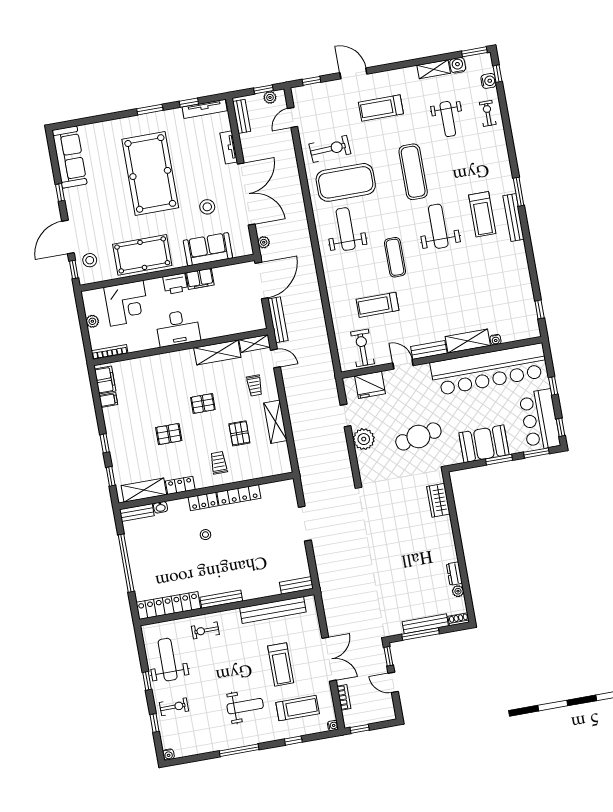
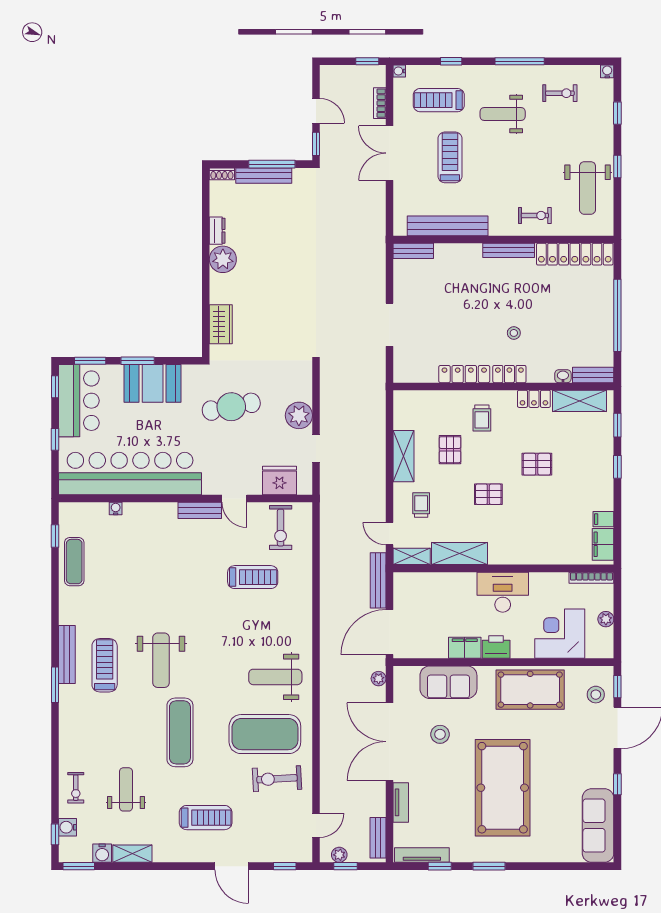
weight bench: (346, 229) -> (275, 677), turned 90
exercise mat: (395, 257) -> (74, 562), moved
shelving: (468, 341) -> (150, 513), removed
plant: (458, 591) -> (223, 259), moved, width x1.88, depth x1.88
exercise bike: (174, 707) -> (560, 93), moved, turned 180

